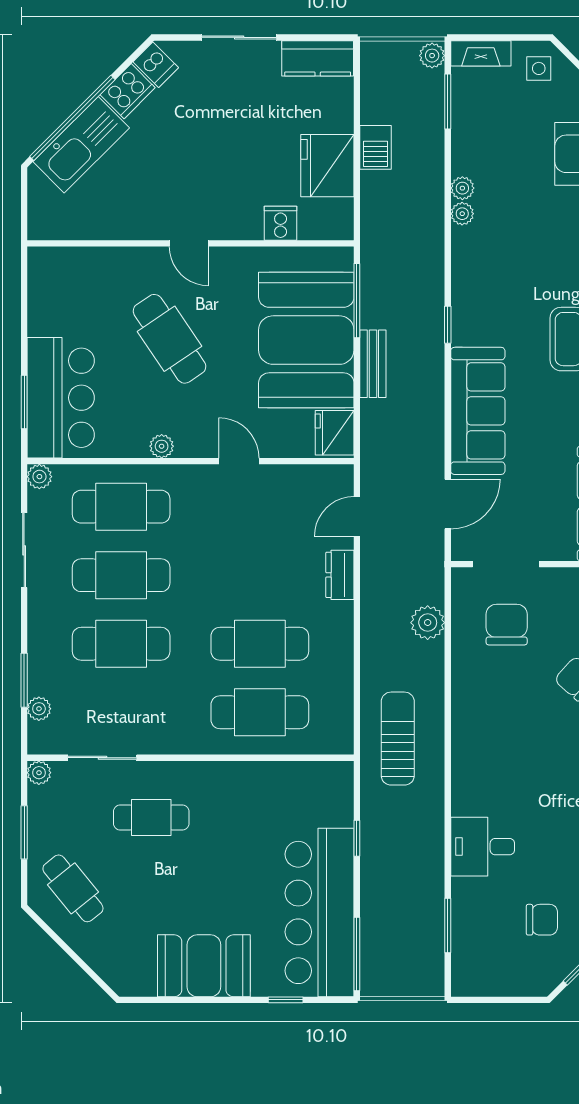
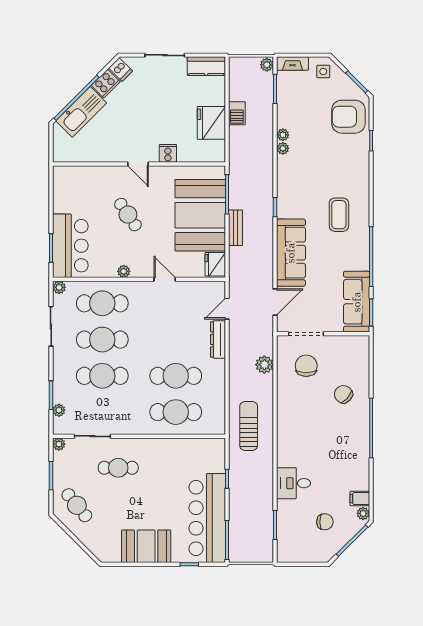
cooker: (281, 223) -> (168, 153), moved
cafe table: (170, 339) -> (128, 215), width x0.73, depth x0.74
dresser: (340, 575) -> (218, 339), width x1.44

